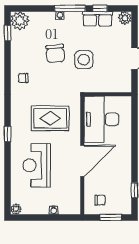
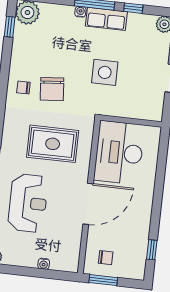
row of seats: (97, 19) -> (106, 19), moved
chair: (55, 54) -> (52, 89), moved
reception desk: (36, 165) -> (28, 203), turned 180
window: (111, 217) -> (103, 280), moved

